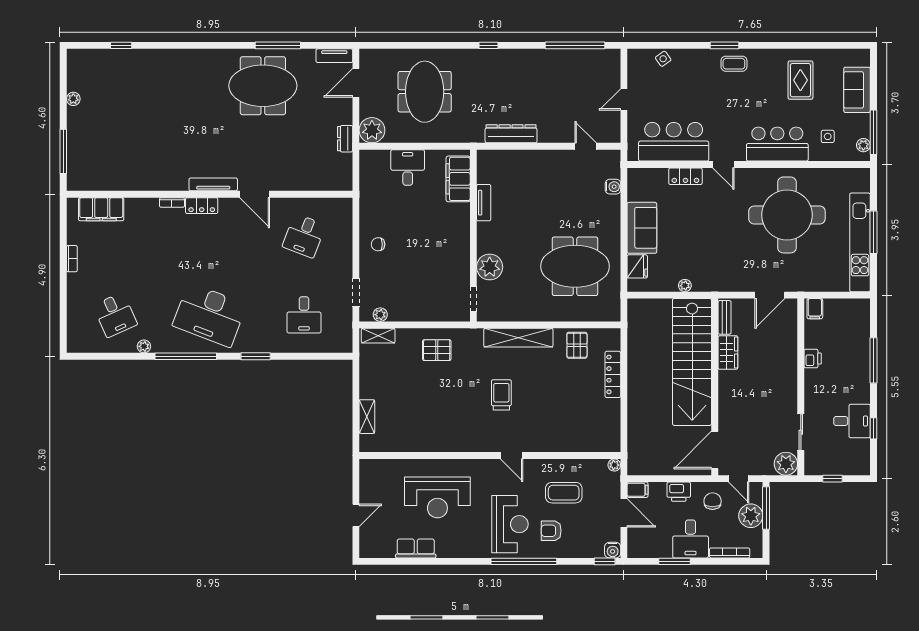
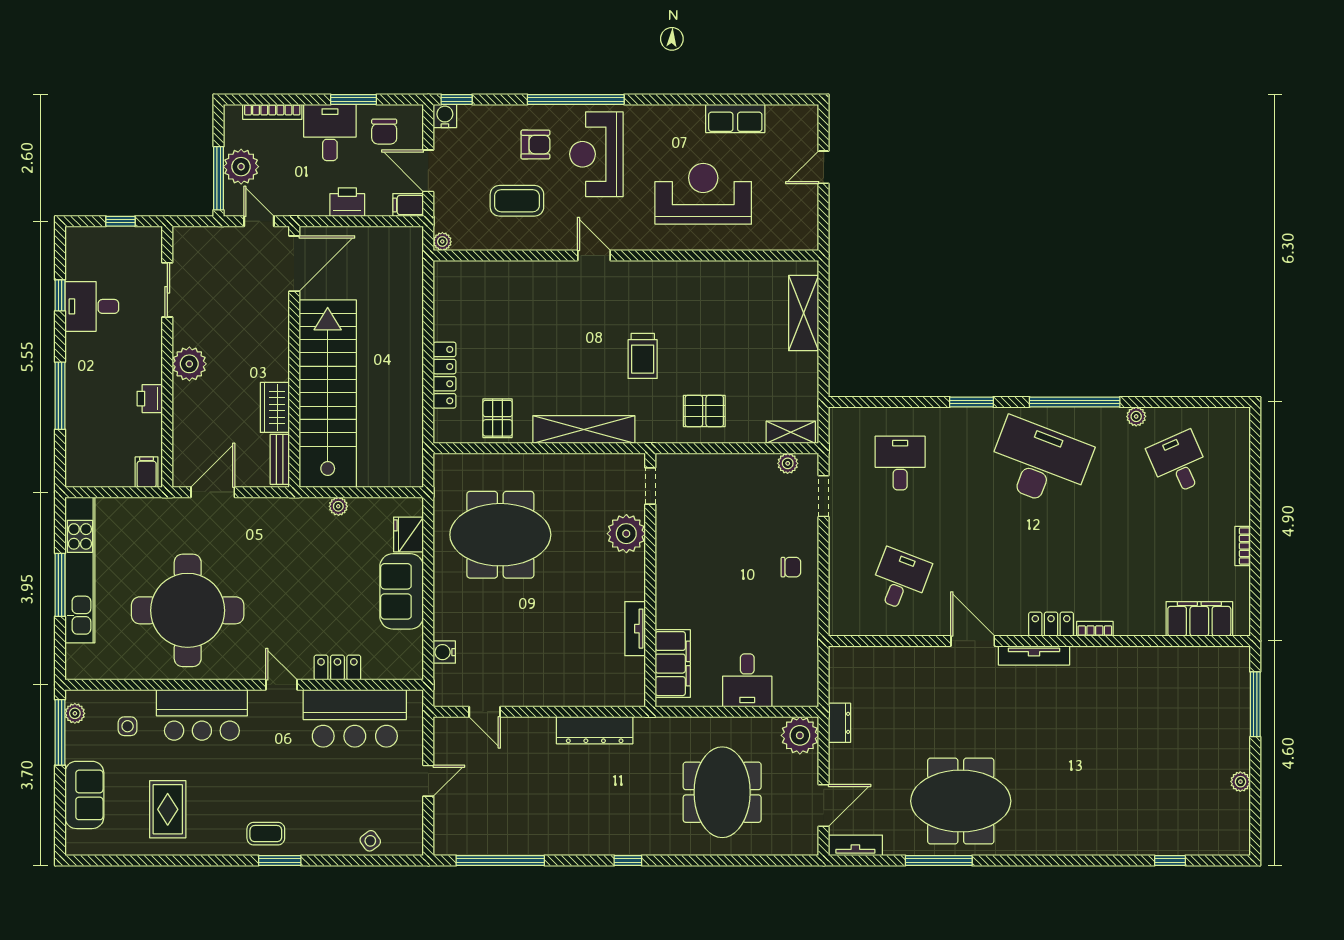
trolley: (501, 395) -> (643, 356), moved
shelving: (367, 417) -> (804, 313), width x1.50, depth x1.33
plant: (786, 464) -> (189, 364), moved
chair: (713, 501) -> (384, 132), moved

